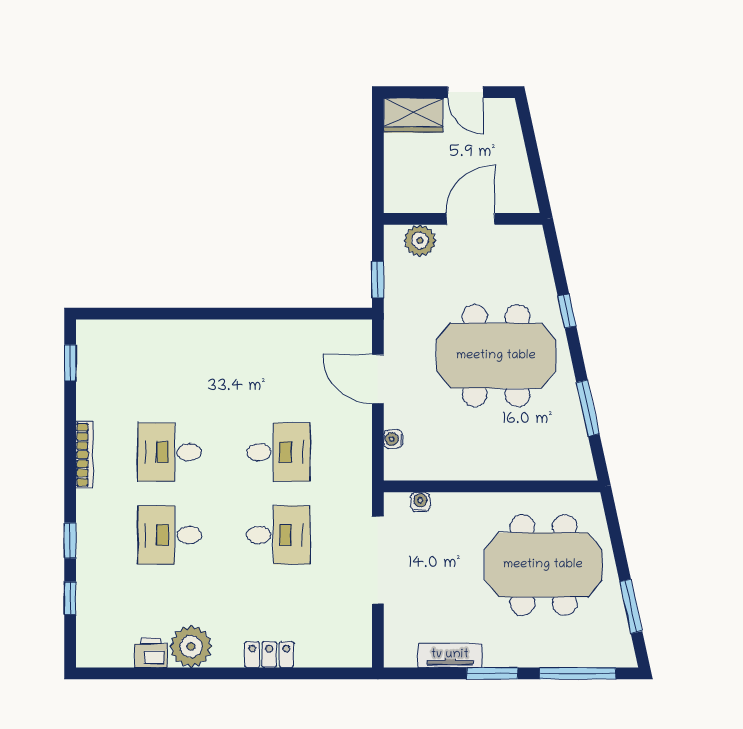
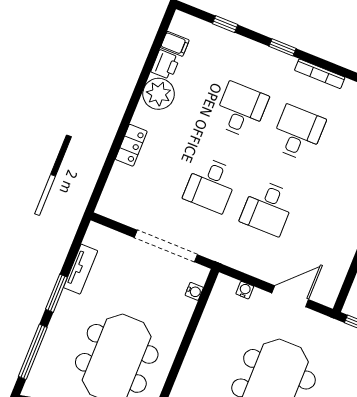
window: (70, 540) -> (282, 47), moved
filing cabinet: (120, 651) -> (175, 44), added

